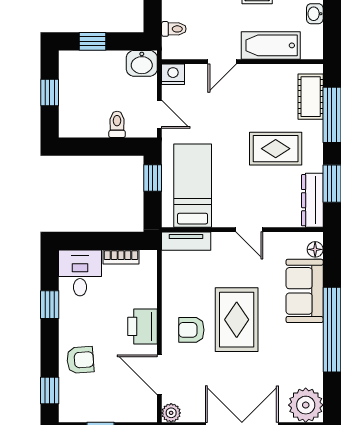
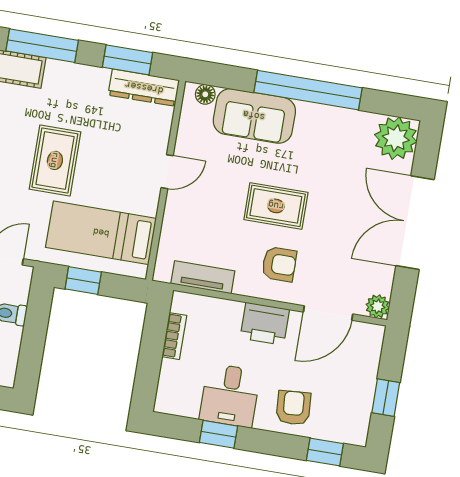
rug: (276, 149) -> (55, 160), moved
tv unit: (186, 241) -> (203, 277), moved, turned -90
desk: (80, 273) -> (230, 395), moved, turned -90
rug: (237, 320) -> (276, 206), width x0.73, depth x0.70
armchair: (191, 330) -> (279, 264), turned -90

